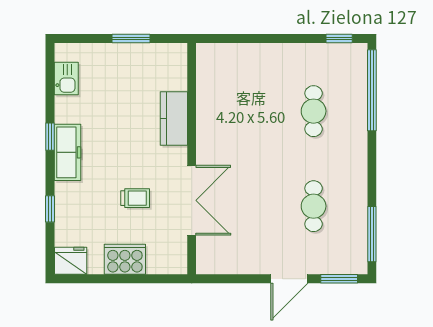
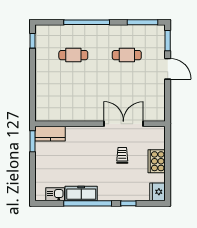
window: (131, 38) -> (33, 141), moved
window: (372, 90) -> (87, 22), moved
kitchen counter: (174, 119) -> (50, 134), moved
window: (50, 137) -> (88, 203), width x3.17
freezer: (67, 152) -> (81, 194), moved

